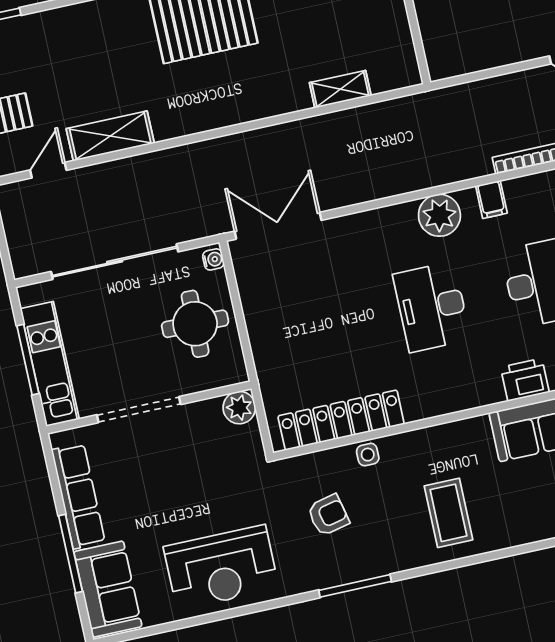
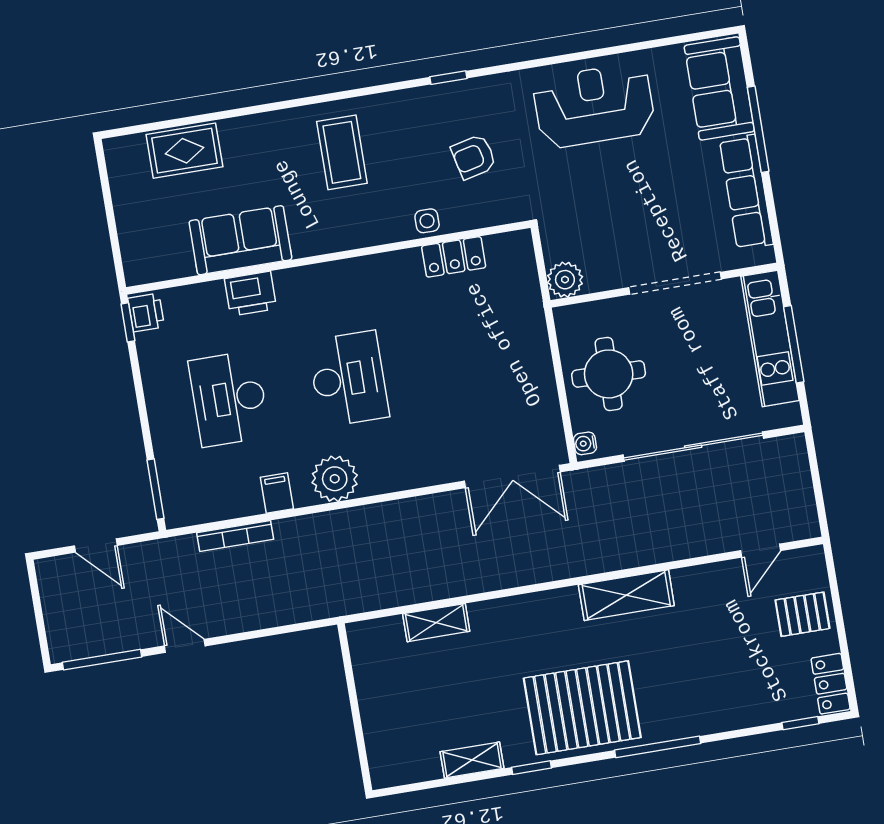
shelving: (110, 136) -> (626, 595), moved
locker: (341, 420) -> (454, 257), width x0.46, depth x0.83
window: (355, 586) -> (448, 78), width x0.46

